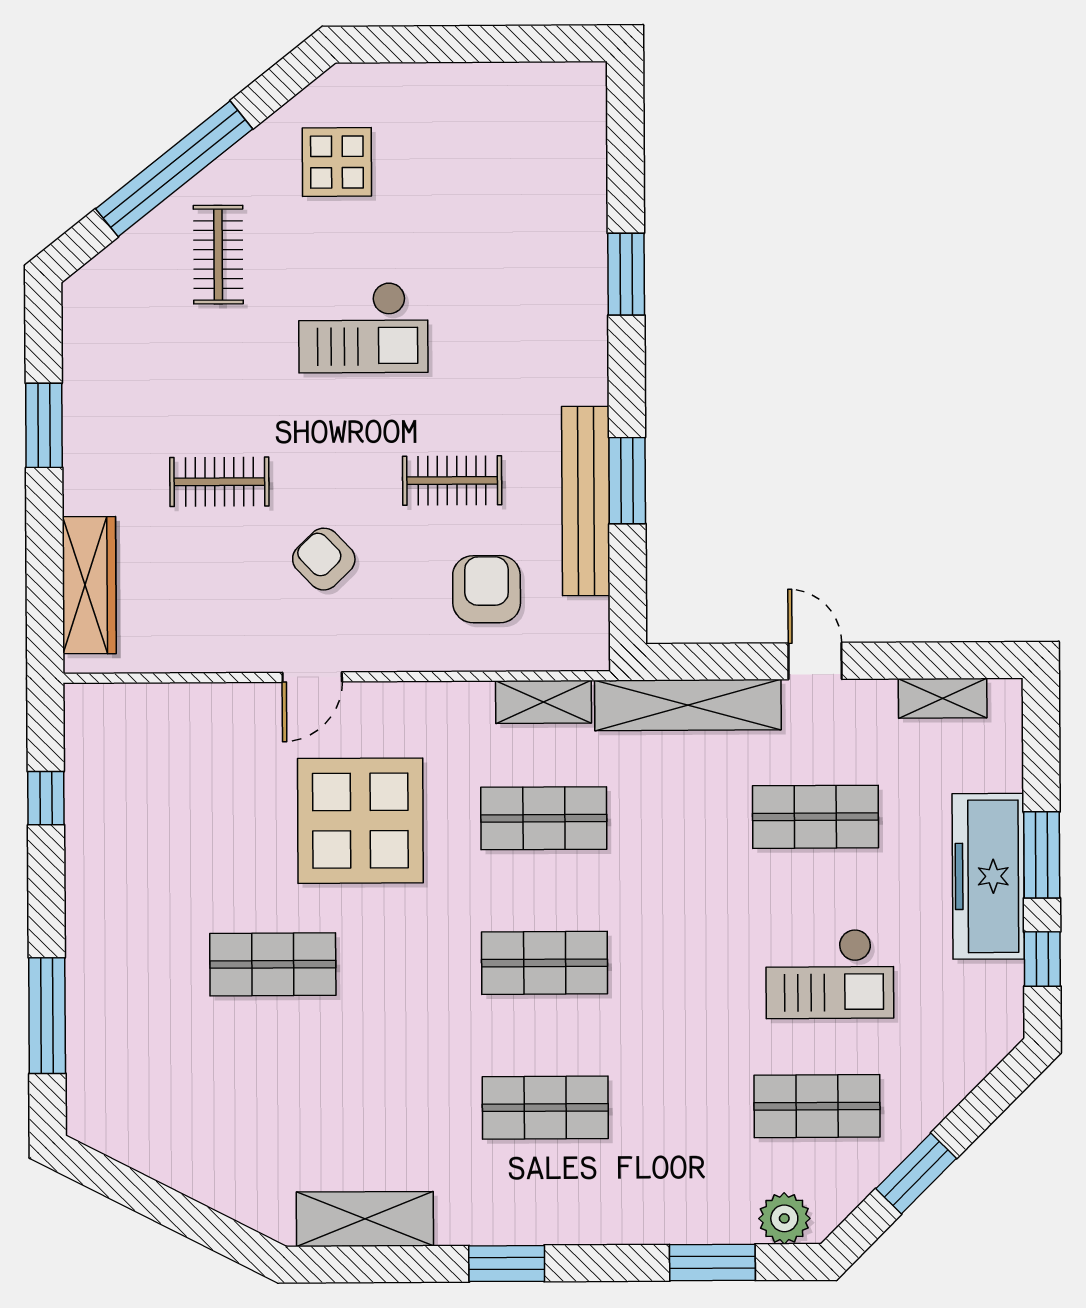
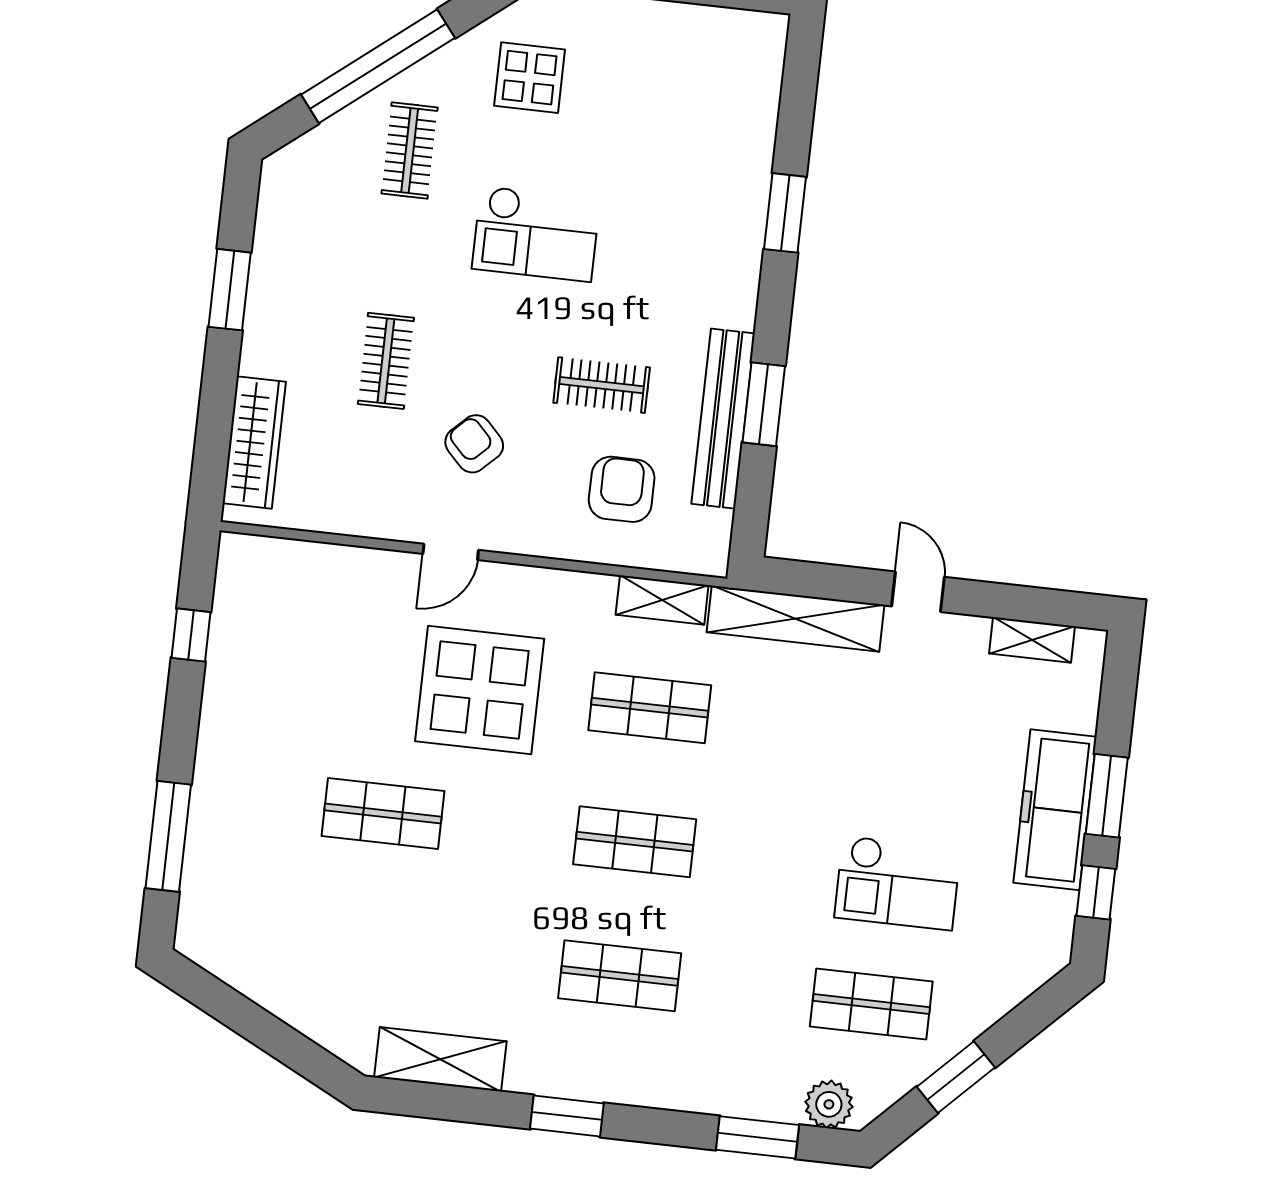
clothes rail: (219, 482) -> (386, 361), turned 90
shop shelf: (815, 817) -> (901, 736), removed

